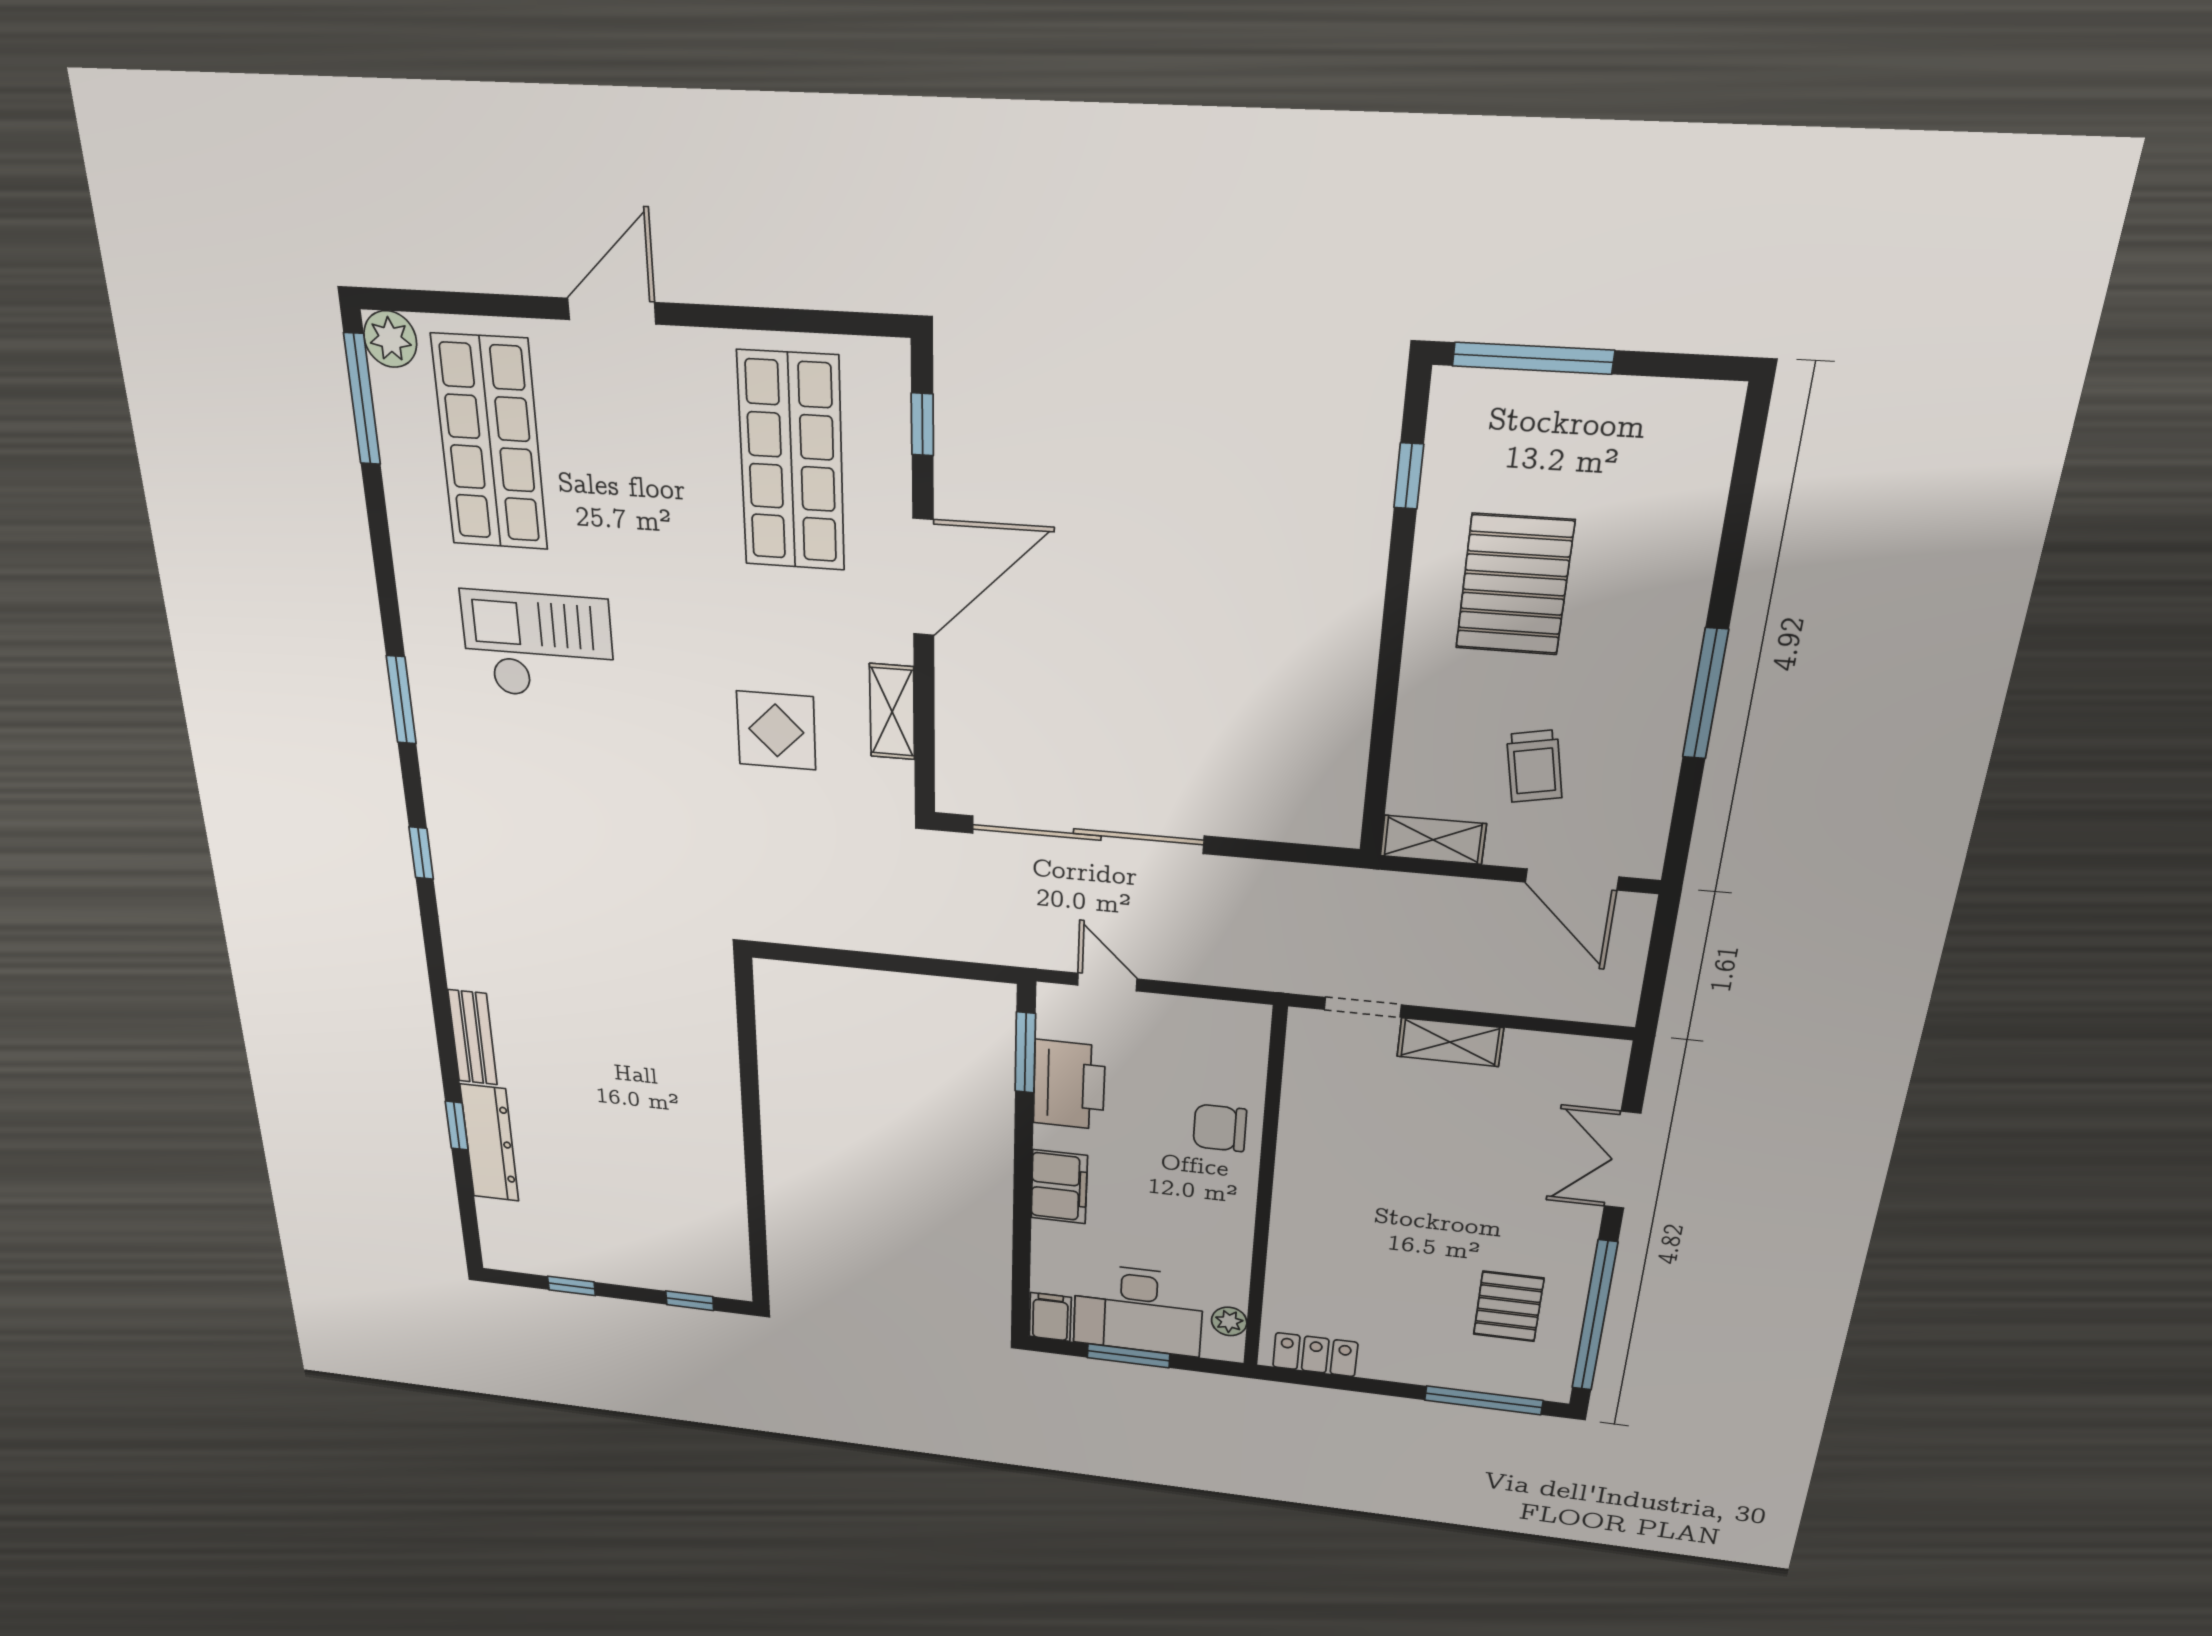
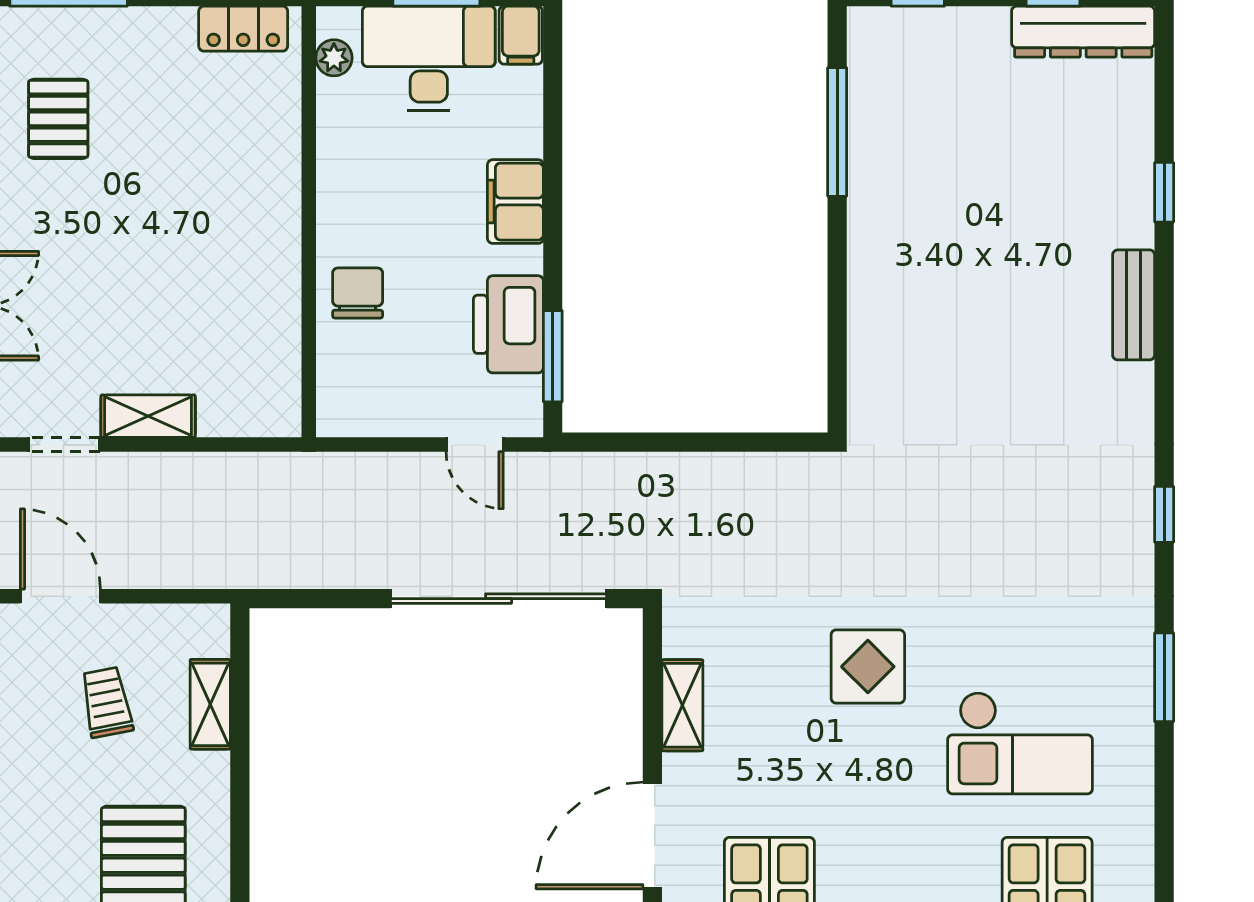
display table: (776, 730) -> (868, 667), moved
shelving: (1433, 840) -> (210, 704), moved, turned 90
doorway: (1363, 1007) -> (64, 445), moved
chair: (1220, 1128) -> (358, 293), turned -90
dresser: (489, 1143) -> (1083, 32), moved, turned -90
window: (756, 1207) -> (837, 132), added

